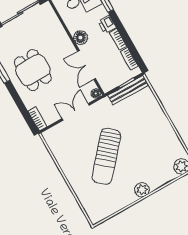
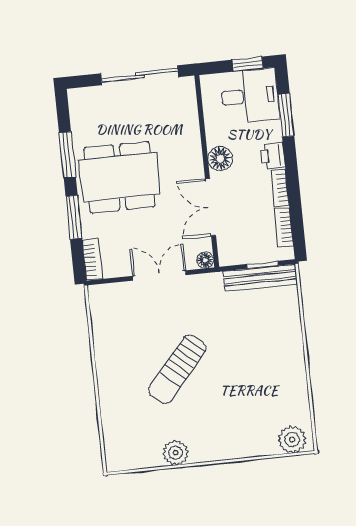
dining table: (33, 70) -> (120, 177), width x1.37
window: (18, 101) -> (74, 217), added
sun lounger: (106, 156) -> (177, 369), width x0.73, depth x0.75
plant: (142, 190) -> (176, 453), moved

